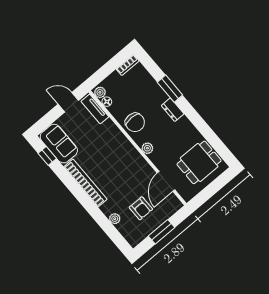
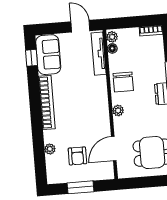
tv unit: (95, 109) -> (99, 54), width x1.41

